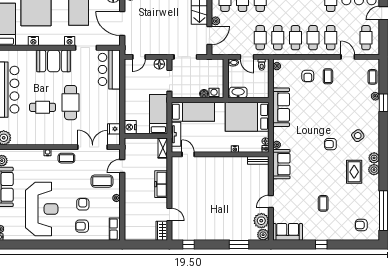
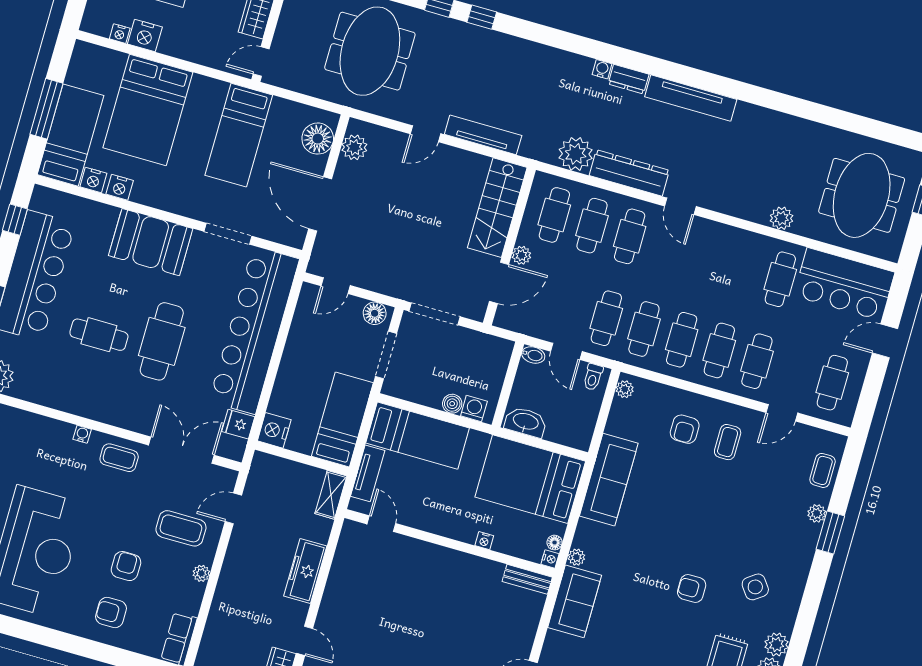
nightstand: (70, 41) -> (93, 180), moved
door: (348, 57) -> (782, 413), swing flipped
bar counter: (109, 69) -> (254, 330), width x1.86

